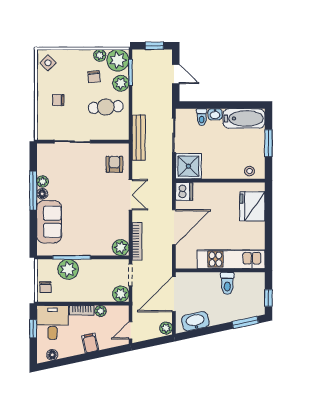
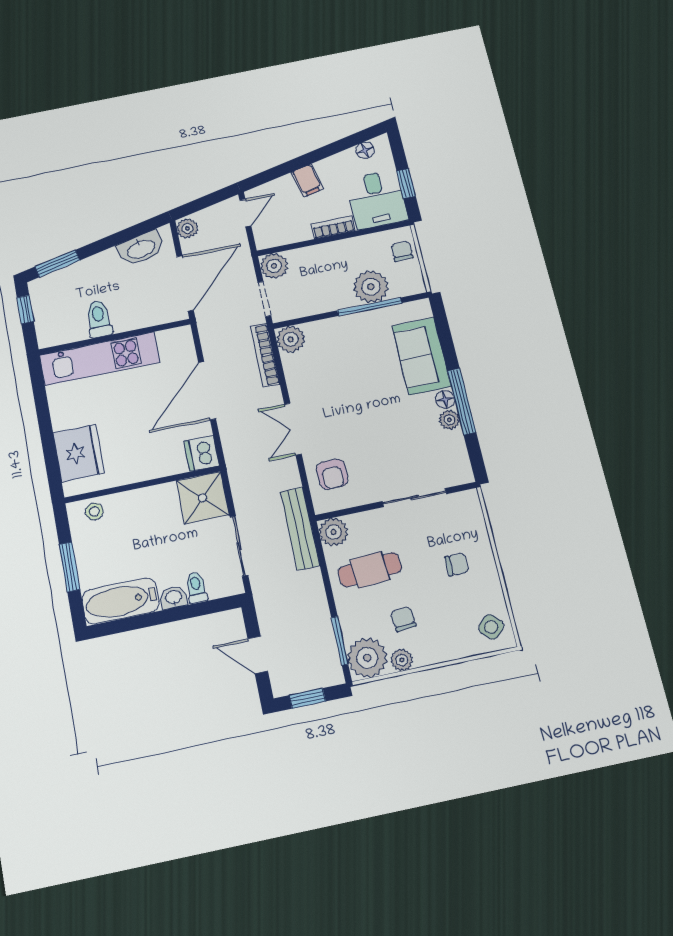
plant: (121, 83) -> (333, 532), moved
plant: (101, 311) -> (302, 233), removed

